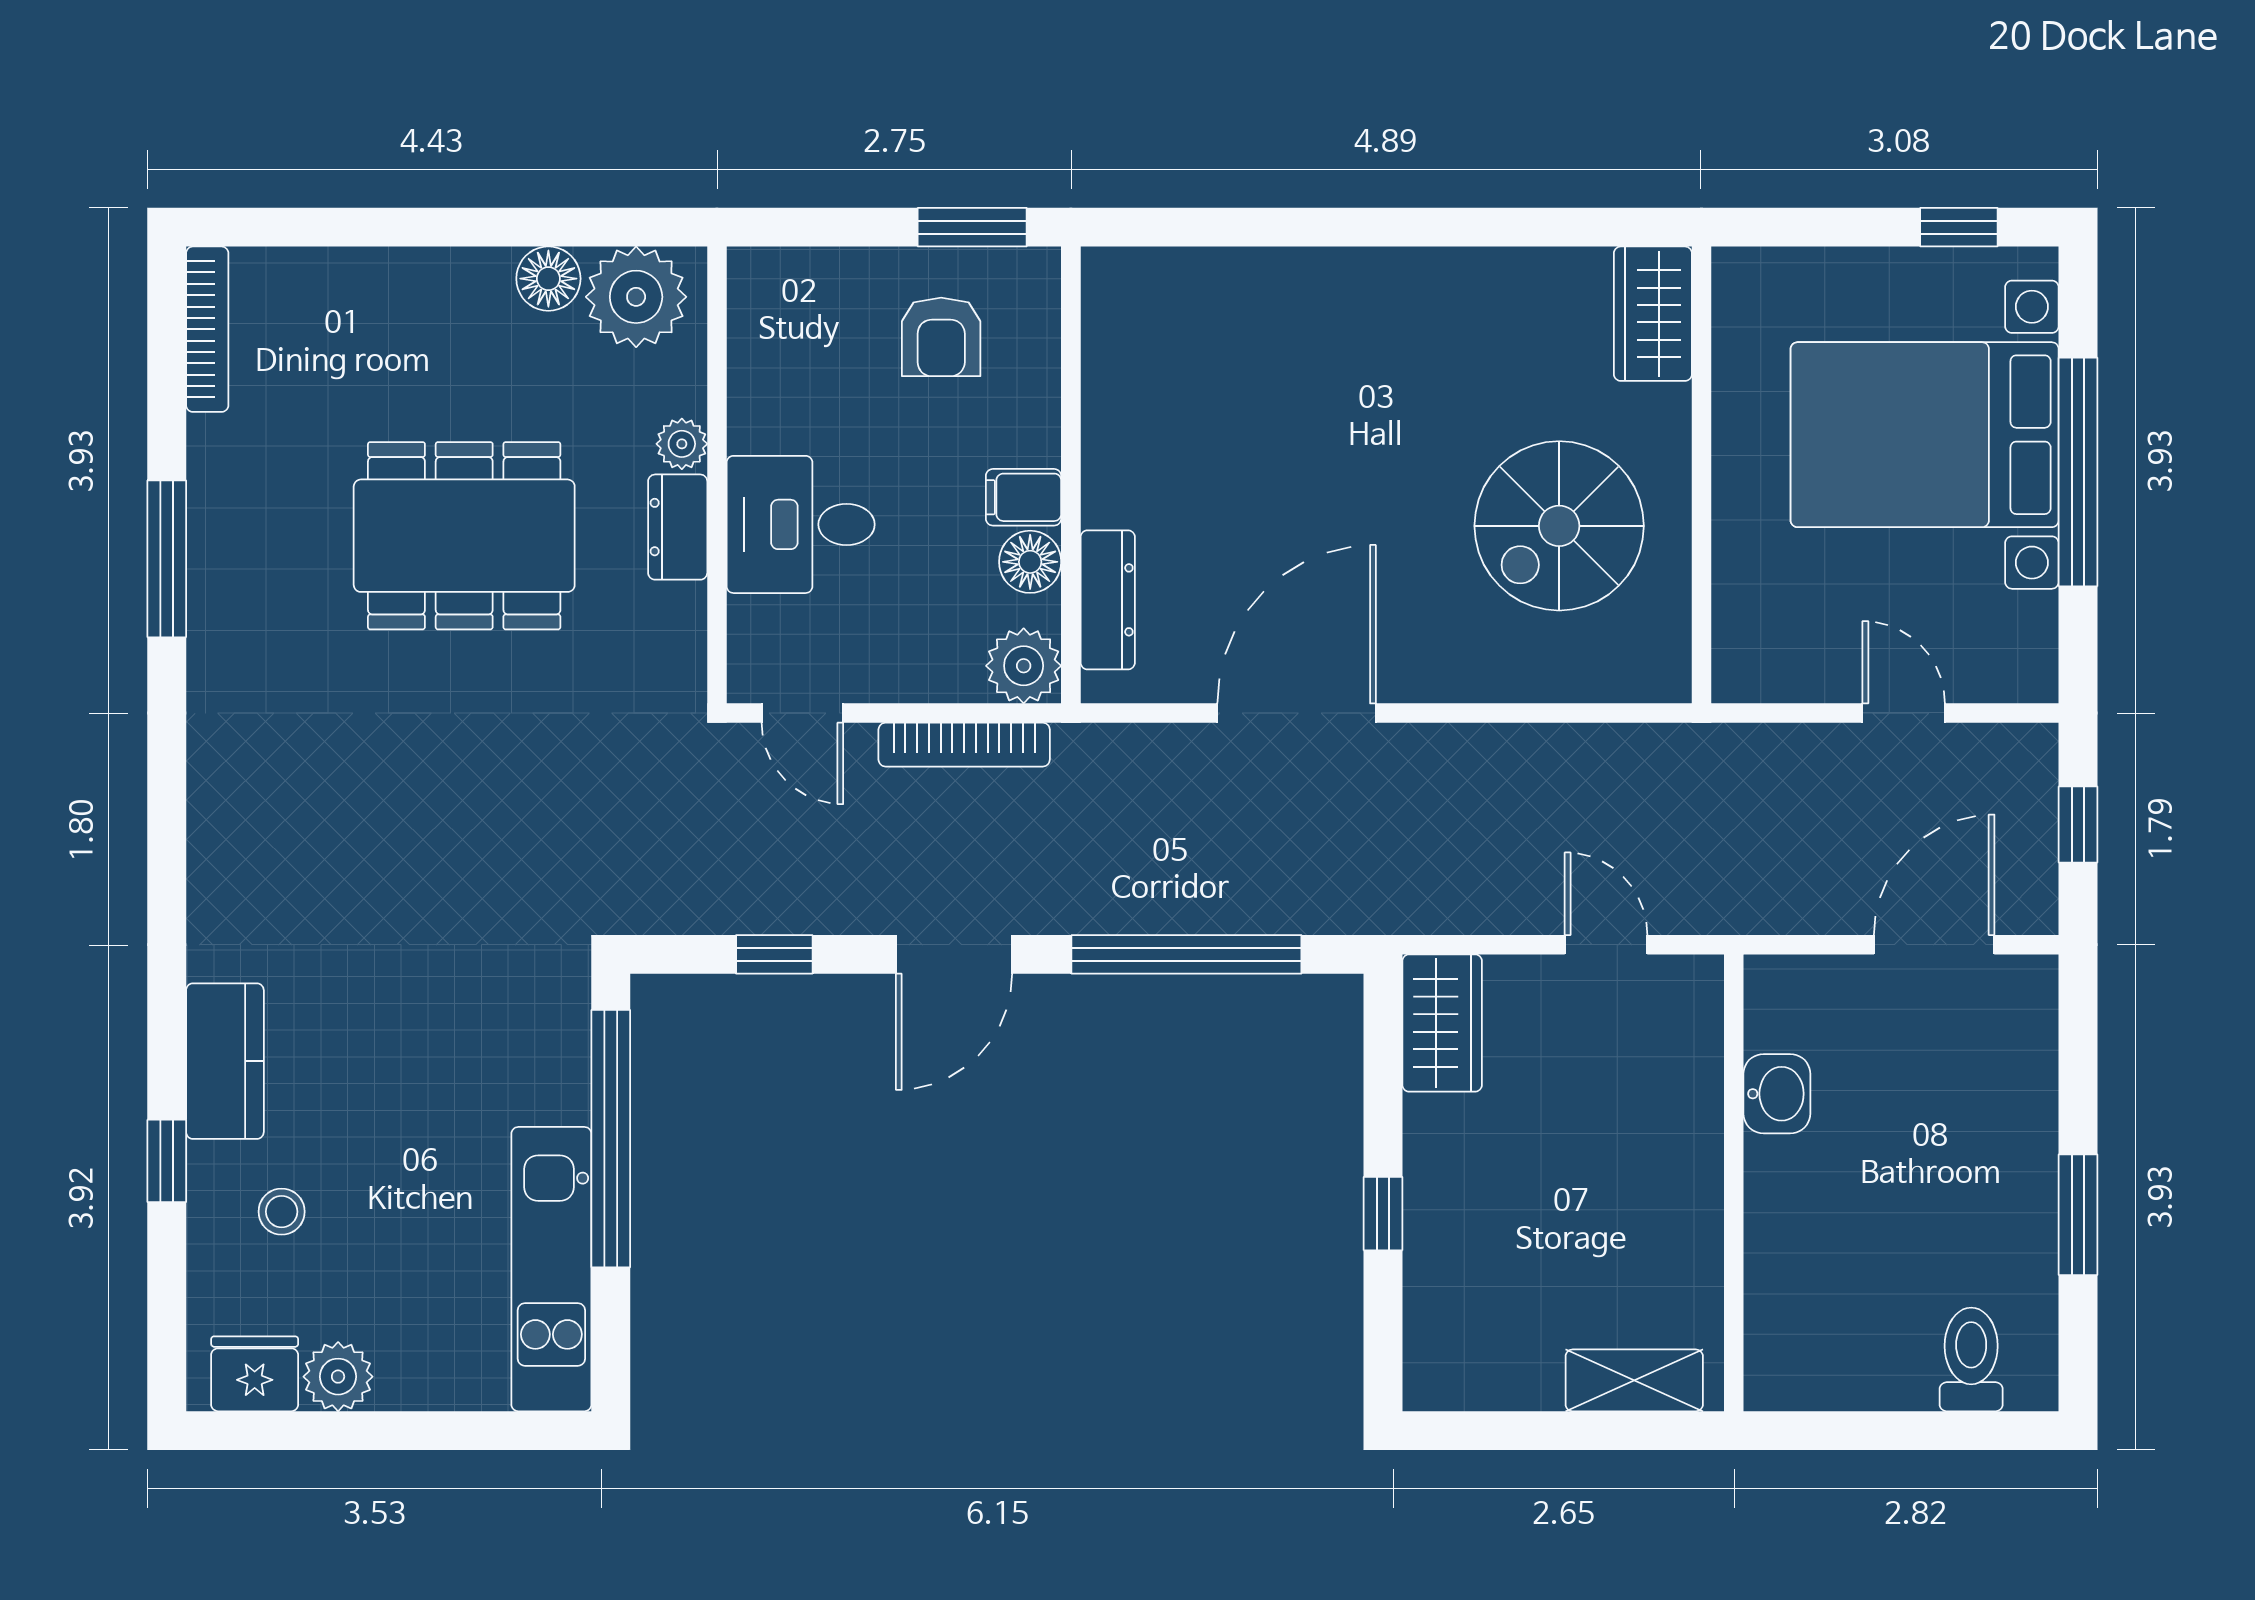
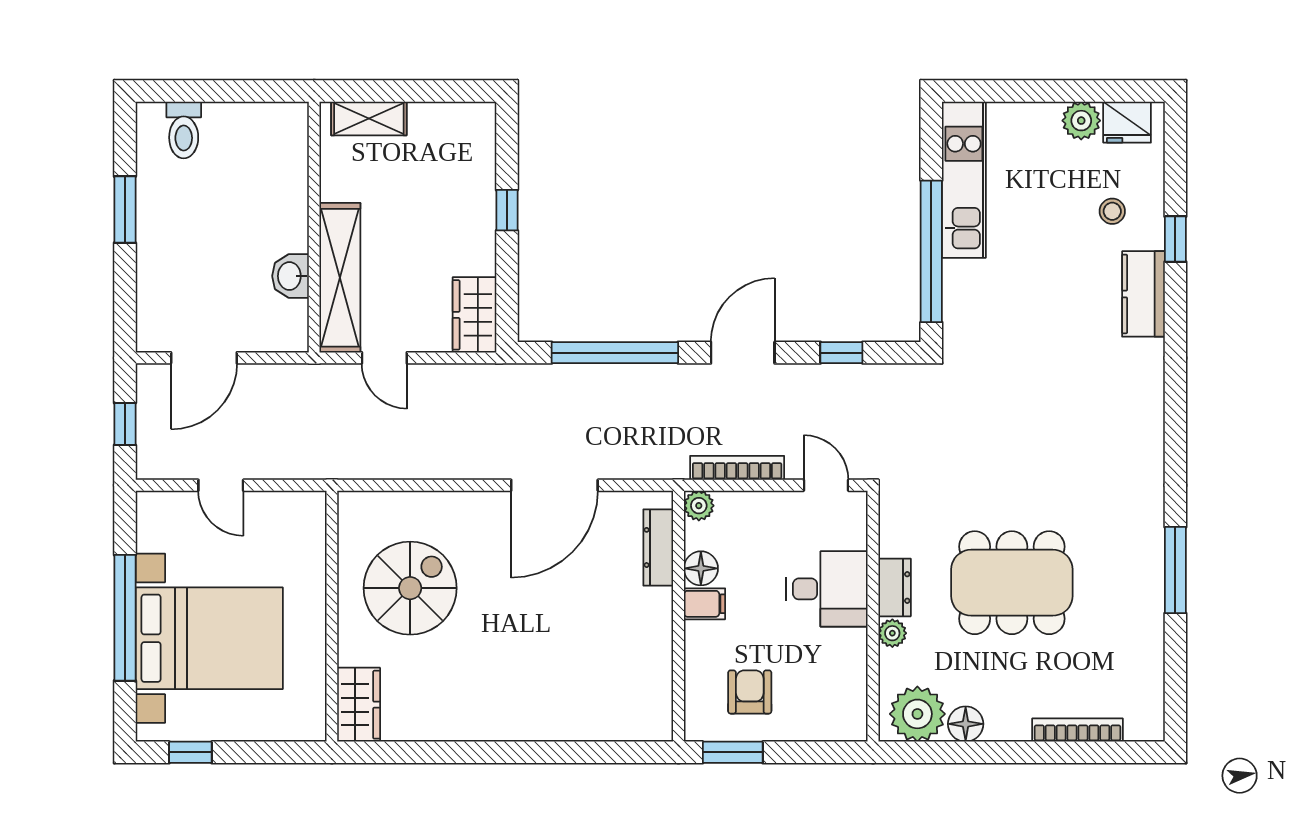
bookcase: (207, 329) -> (1078, 730), moved, turned 90
plant: (1024, 666) -> (699, 506), width x0.73, depth x0.73
shelving: (1687, 1091) -> (340, 278), added

